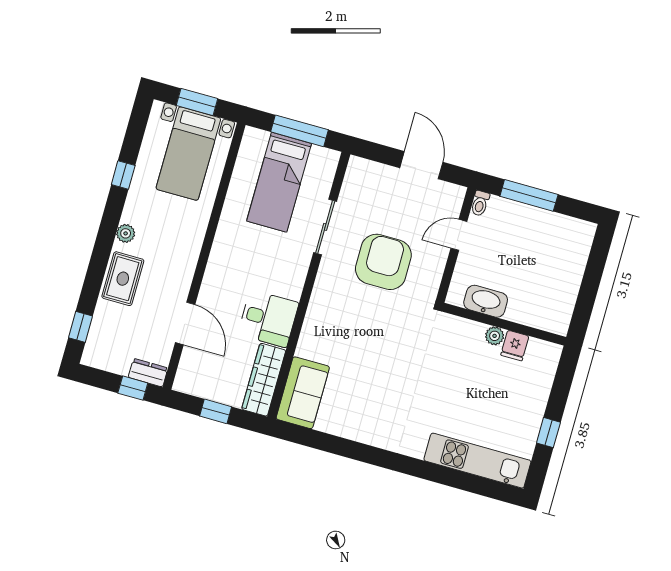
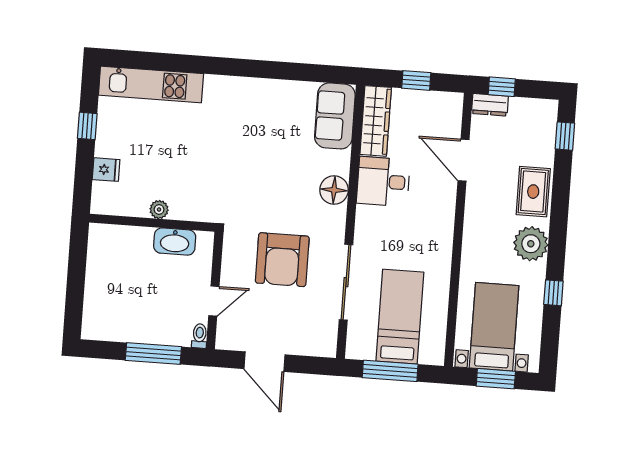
sliding door: (325, 227) -> (346, 282), width x1.37
plant: (126, 233) -> (531, 244), width x1.87, depth x1.87
floor lamp: (318, 320) -> (334, 190), added
fridge: (515, 346) -> (106, 170), moved, turned 90

